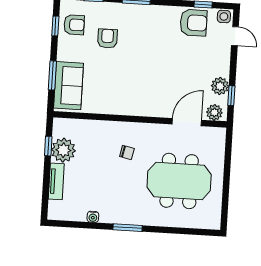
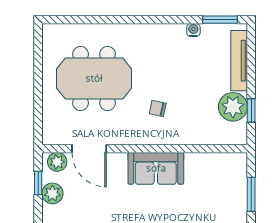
sofa: (69, 86) -> (156, 168), moved, turned -90
door: (187, 122) -> (89, 149), hinge flipped
tv unit: (56, 181) -> (239, 61), width x1.41
window: (128, 228) -> (220, 20), moved

